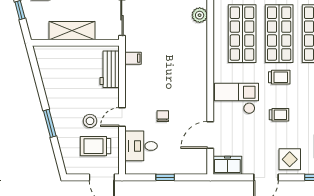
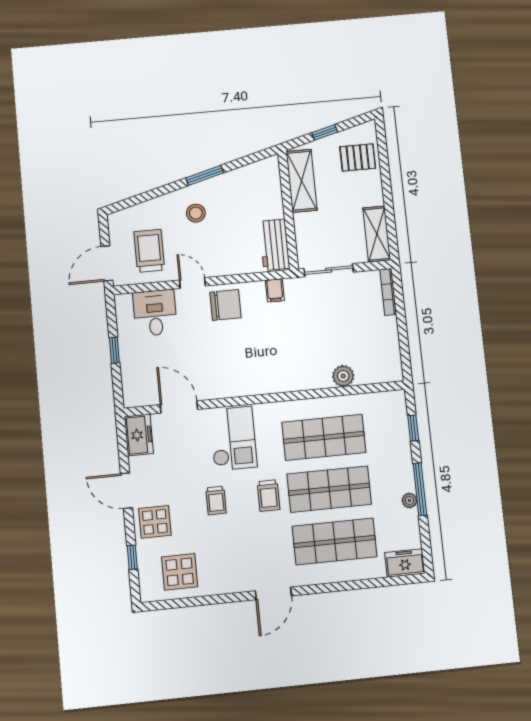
shelving: (72, 31) -> (302, 181), moved
workbench: (110, 69) -> (274, 245), moved, turned -90
chair: (163, 116) -> (226, 305), moved, width x1.87, depth x1.87
stool: (90, 121) -> (196, 213), moved
window: (50, 123) -> (205, 175), moved

